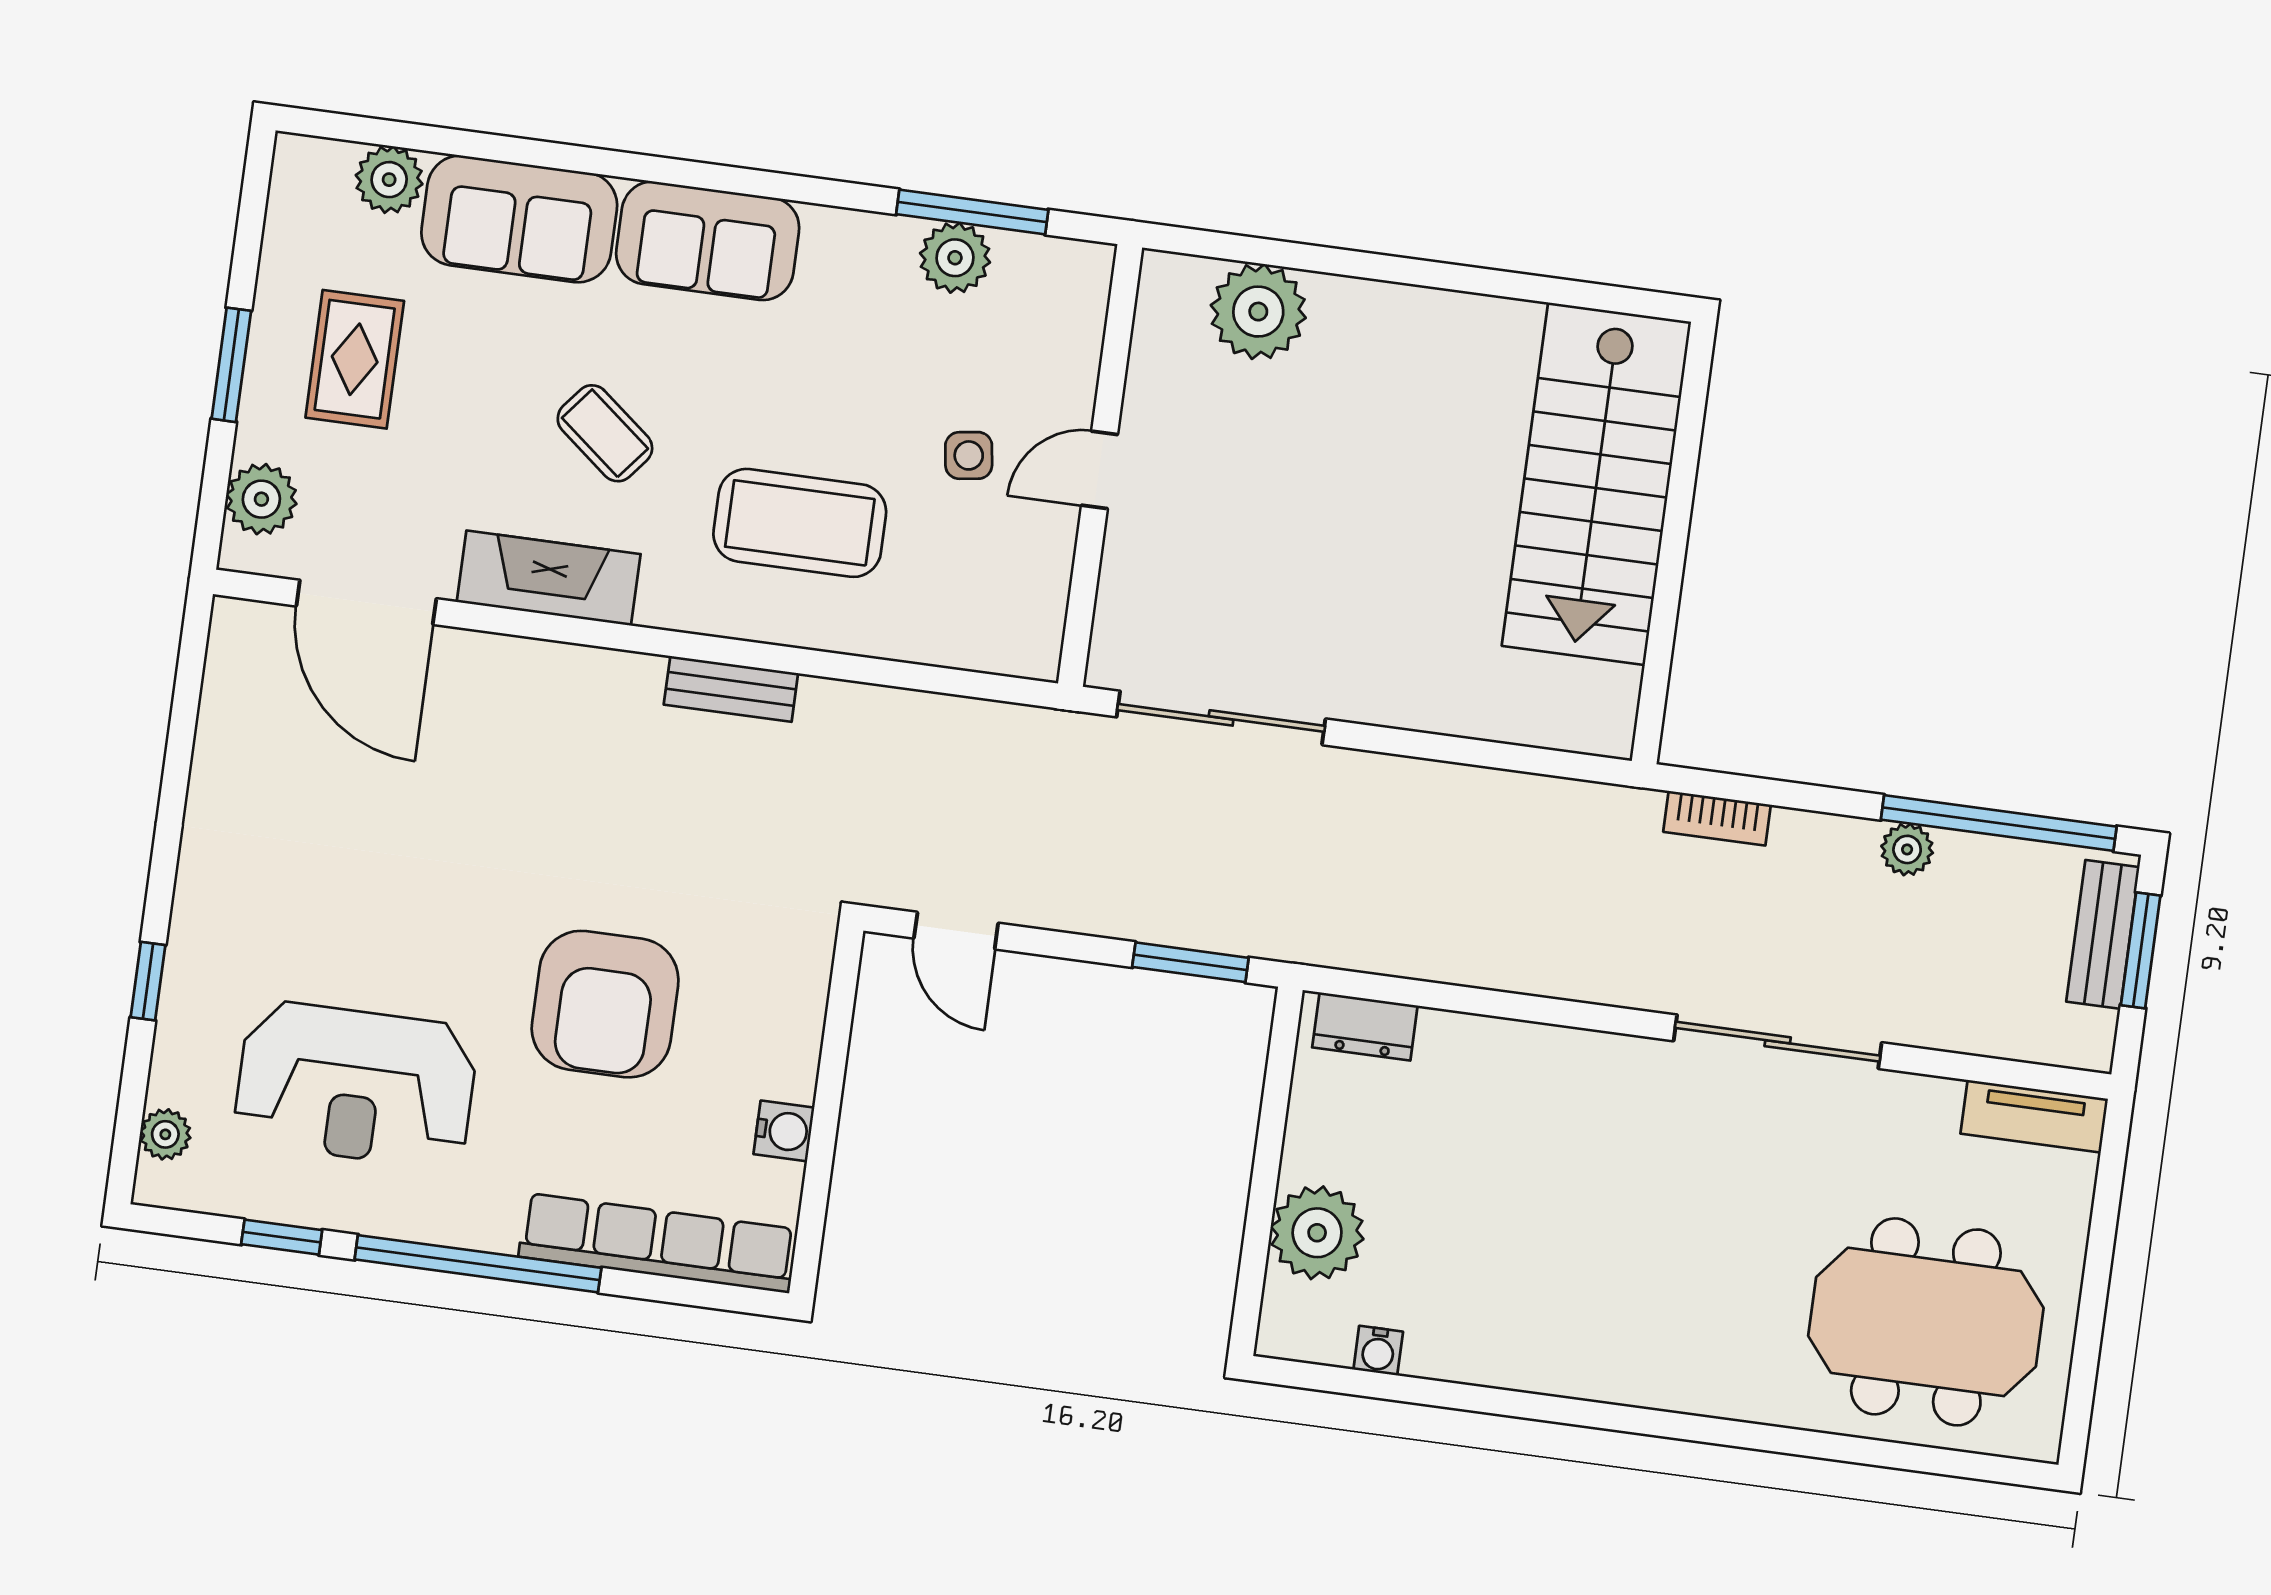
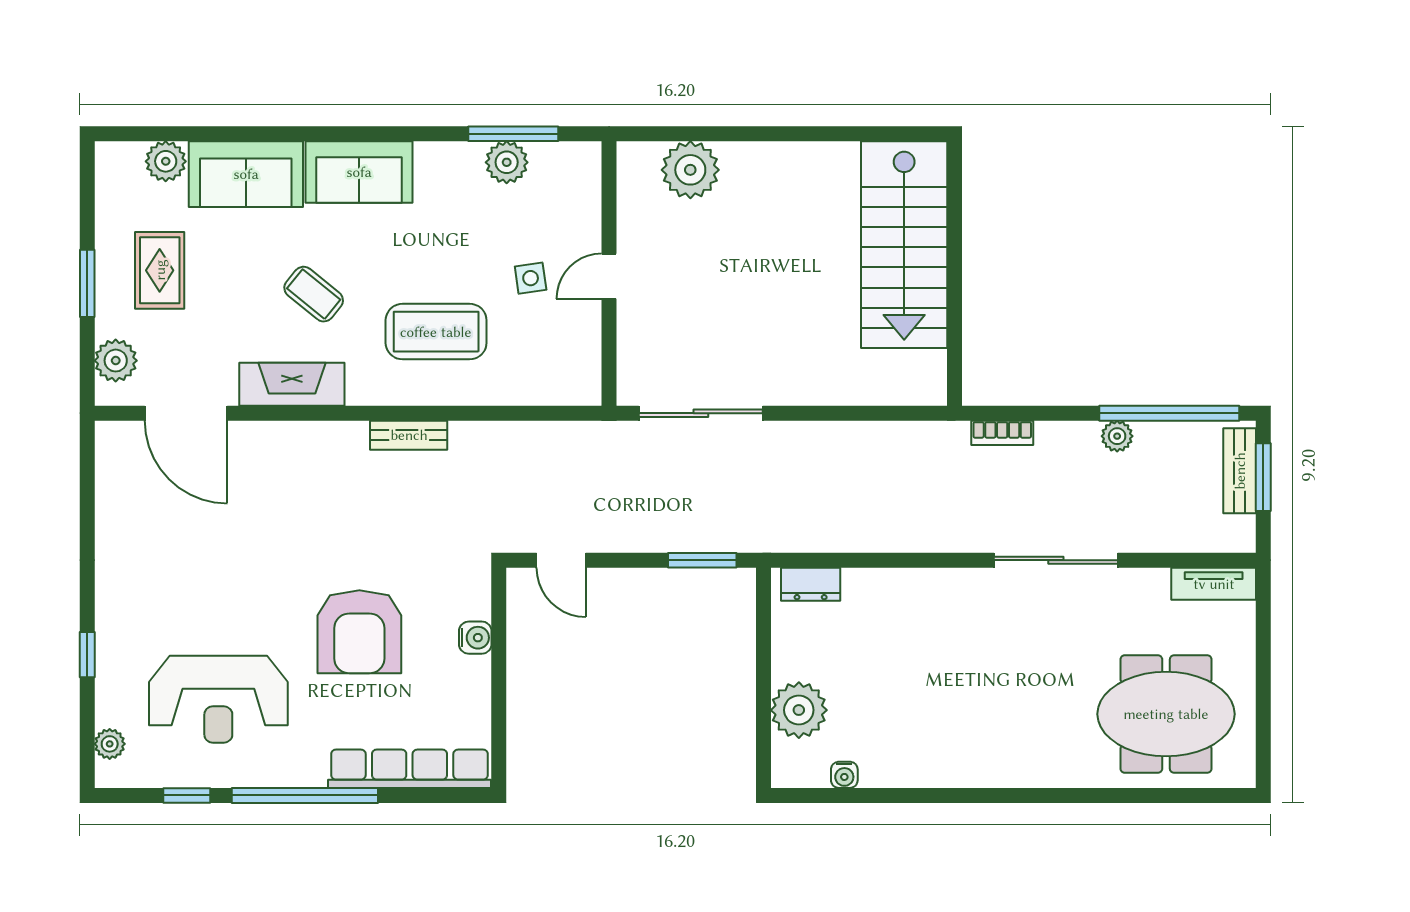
water cooler: (784, 1131) -> (475, 638), moved

